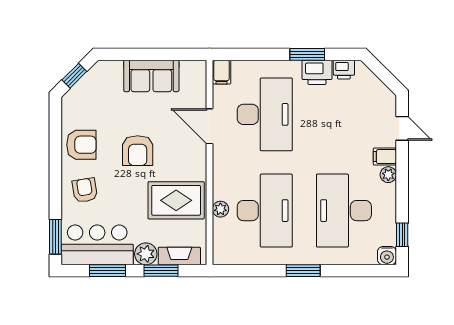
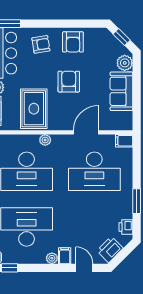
plant: (111, 71) -> (125, 63), added
printer: (317, 72) -> (110, 250), moved, turned 45
door: (402, 128) -> (84, 268), swing flipped
armchair: (138, 151) -> (69, 82), turned 90
plant: (220, 209) -> (45, 140), moved

